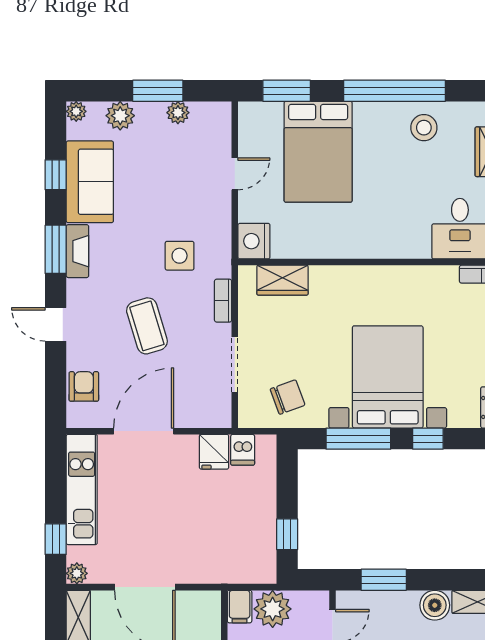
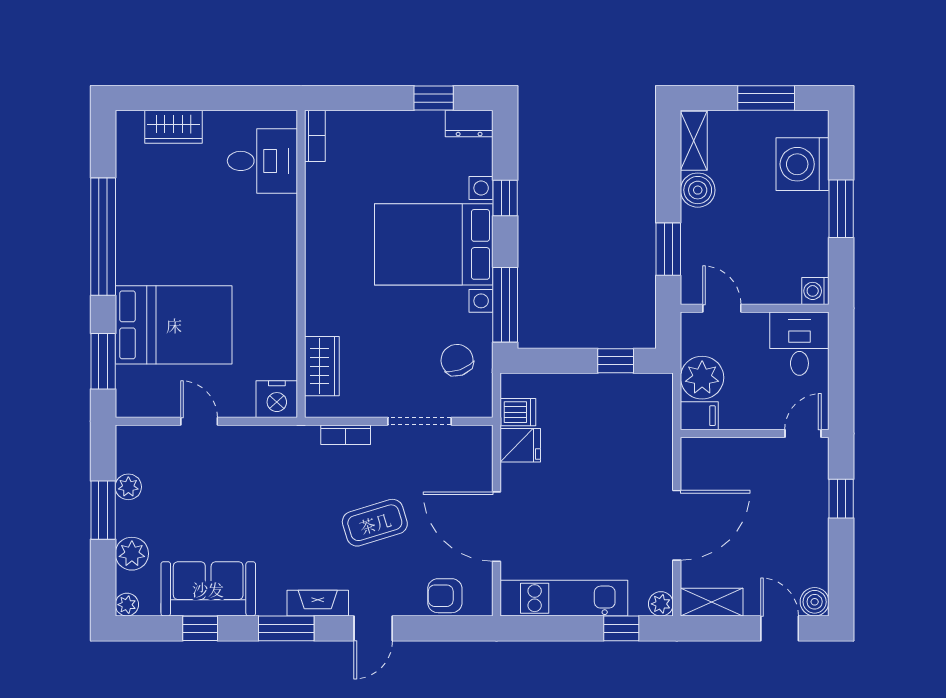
stool: (424, 128) -> (146, 203), removed
fireplace: (77, 251) -> (318, 603), moved
side table: (180, 256) -> (294, 485), removed
window: (358, 439) -> (505, 305), moved

